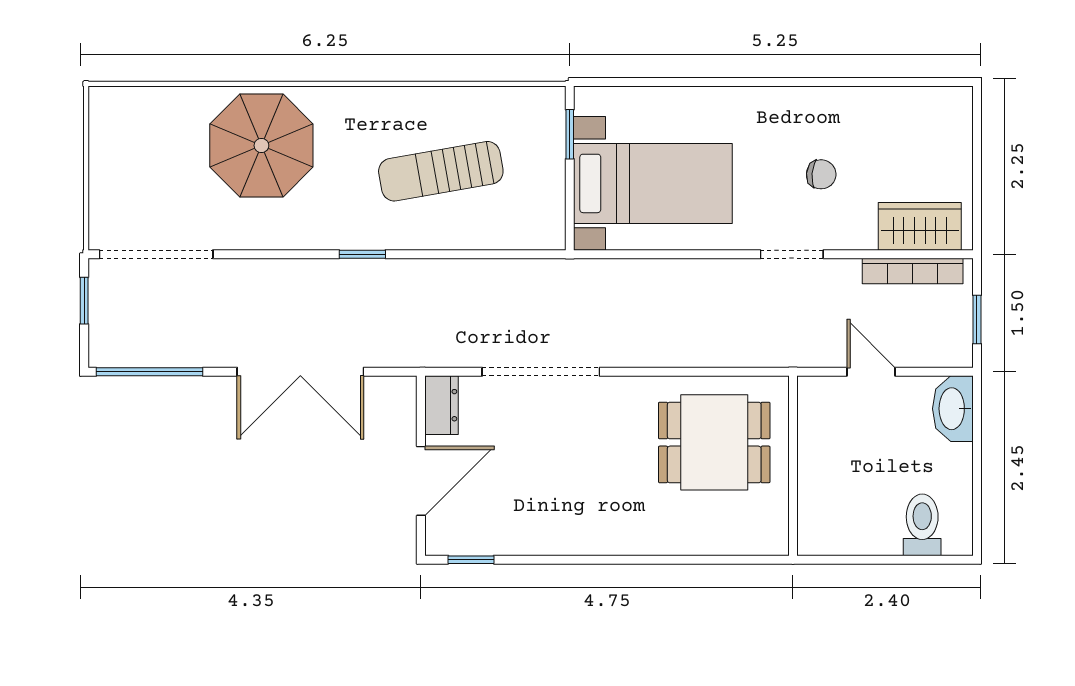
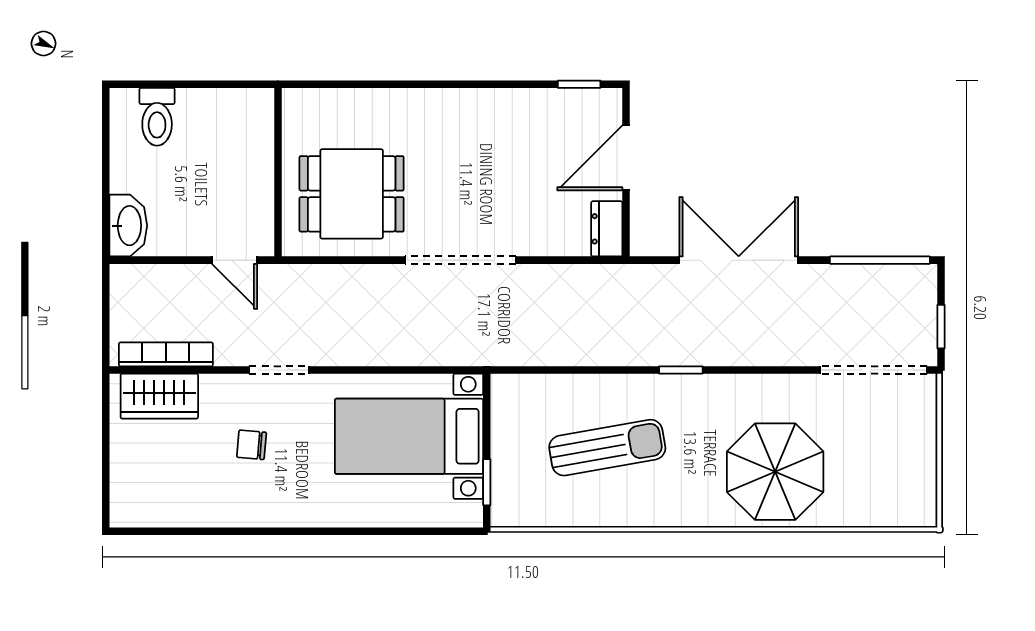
window: (977, 319) -> (106, 309), removed
doorway: (541, 372) -> (461, 260), moved
door: (871, 372) -> (235, 260), moved

